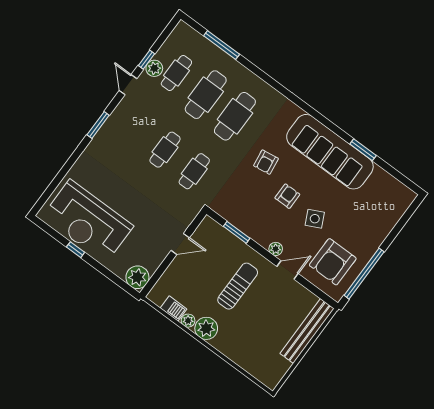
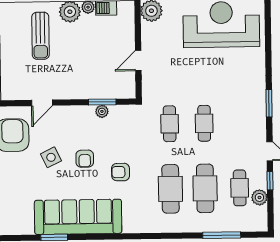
plant: (154, 68) -> (259, 197), moved
armchair: (266, 162) -> (121, 172), turned -82
plant: (276, 249) -> (102, 111), moved
sun lounger: (238, 286) -> (41, 36), moved

